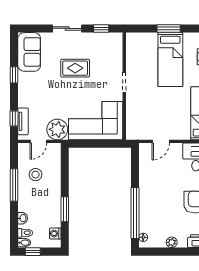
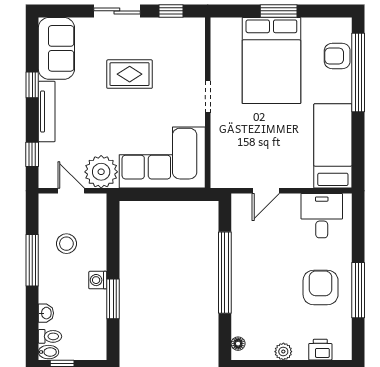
bed: (170, 60) -> (271, 60), width x1.50
tv unit: (23, 121) -> (47, 112), moved, width x1.41
door: (38, 141) -> (71, 191), swing flipped
window: (135, 213) -> (225, 273), moved
washing machine: (55, 234) -> (98, 280), moved

